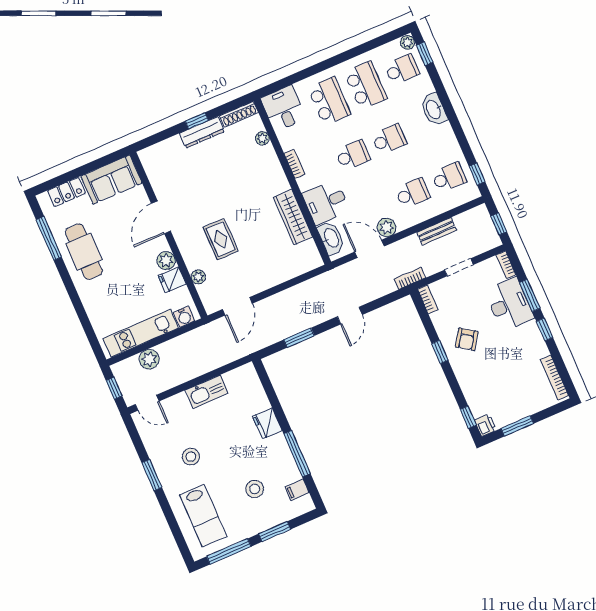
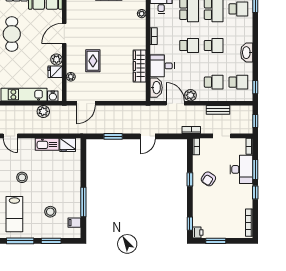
washbasin: (434, 109) -> (247, 53), moved
plant: (149, 359) -> (43, 111), moved
fridge: (267, 423) -> (68, 145), moved, turned -90

